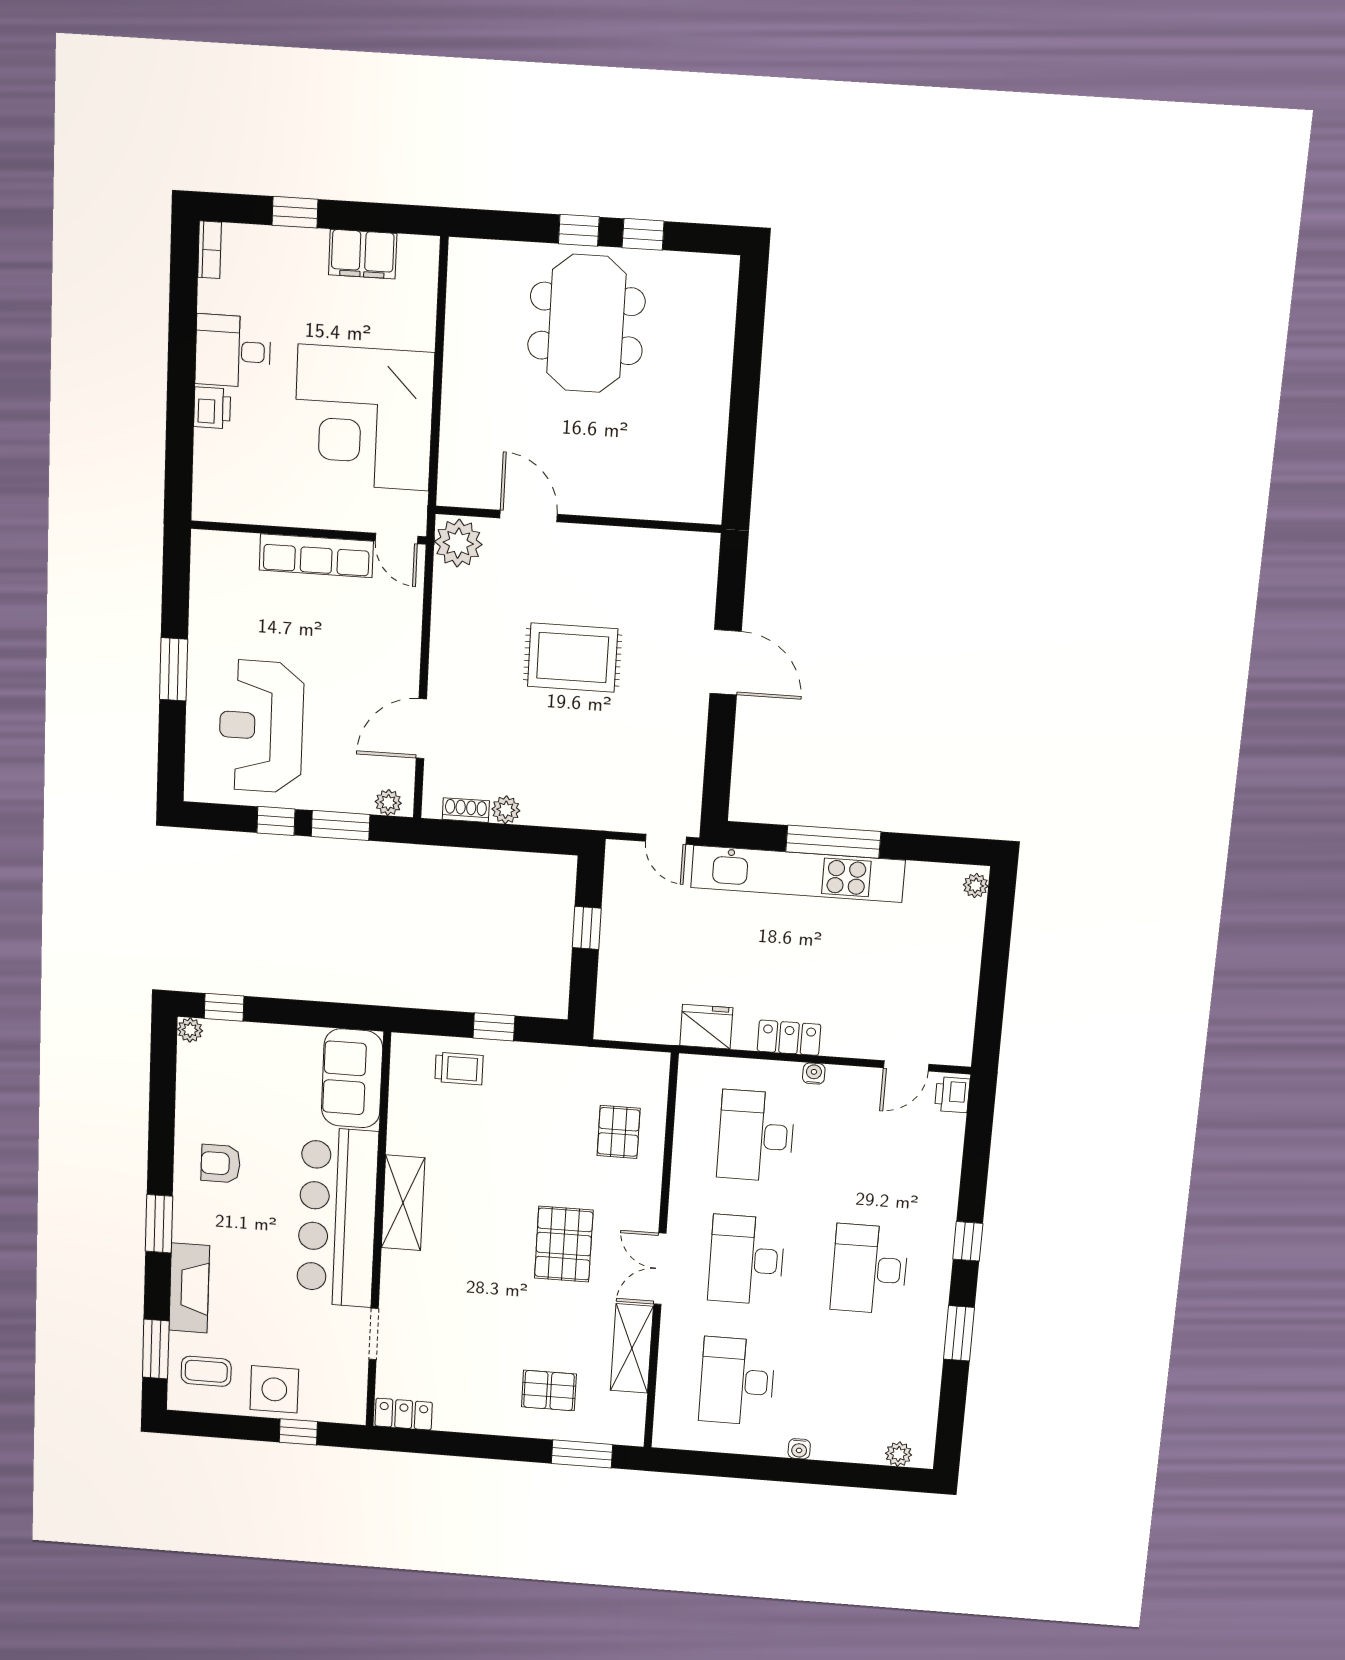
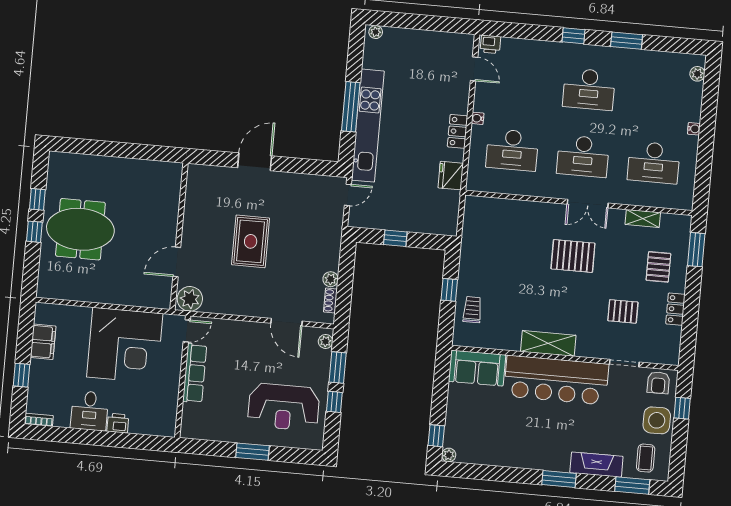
pallet: (619, 1132) -> (623, 311), moved
armchair: (221, 1164) -> (658, 383), moved
shelving: (632, 1348) -> (643, 218), width x0.67, depth x0.75
locker: (404, 1414) -> (675, 309), moved

